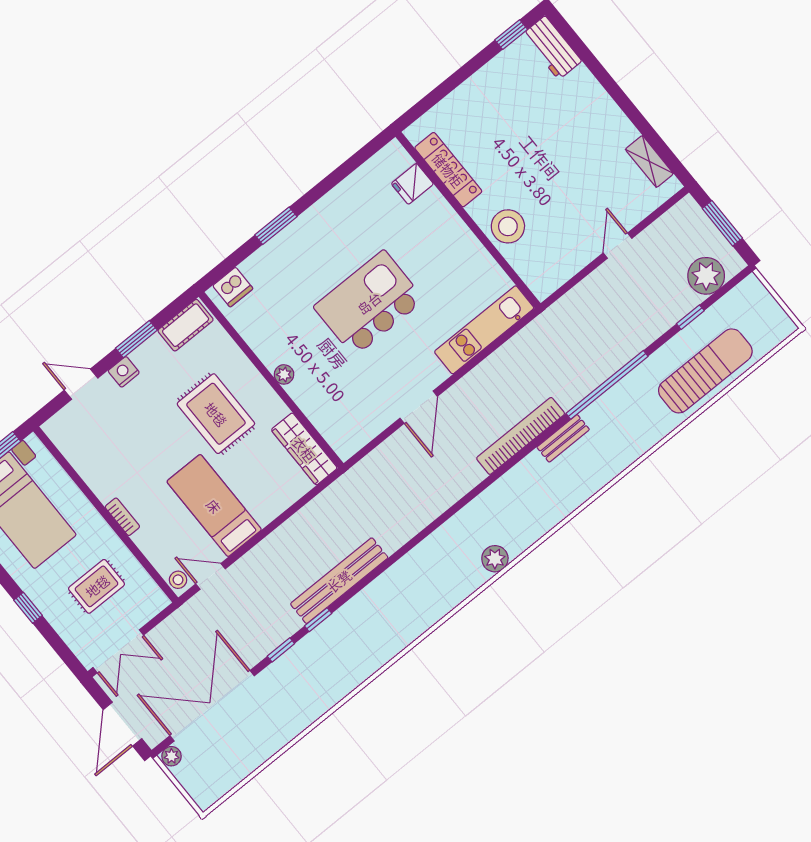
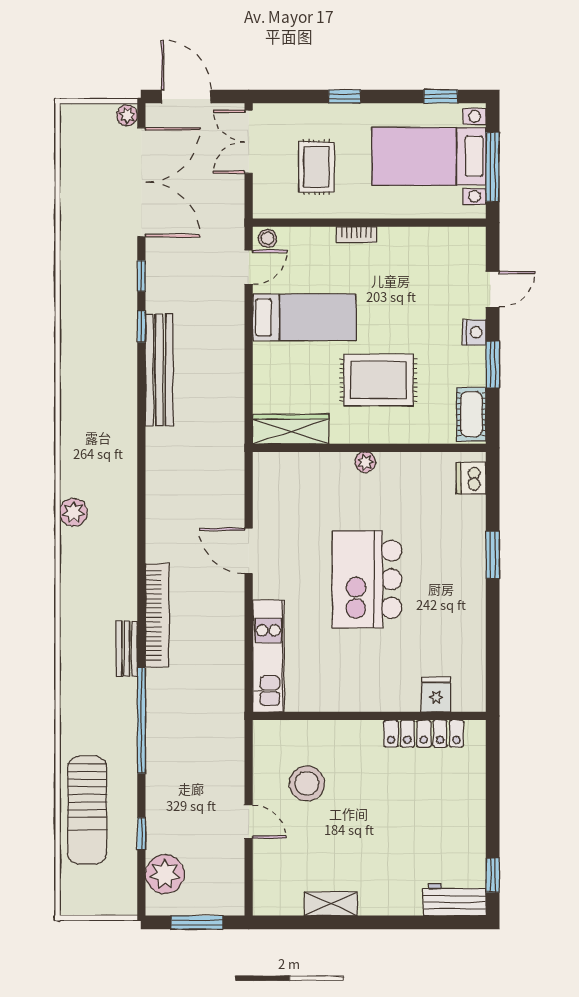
shelving: (649, 161) -> (331, 904), moved
stool: (508, 226) -> (307, 784), moved
kitchen island: (369, 303) -> (367, 579), turned 180

